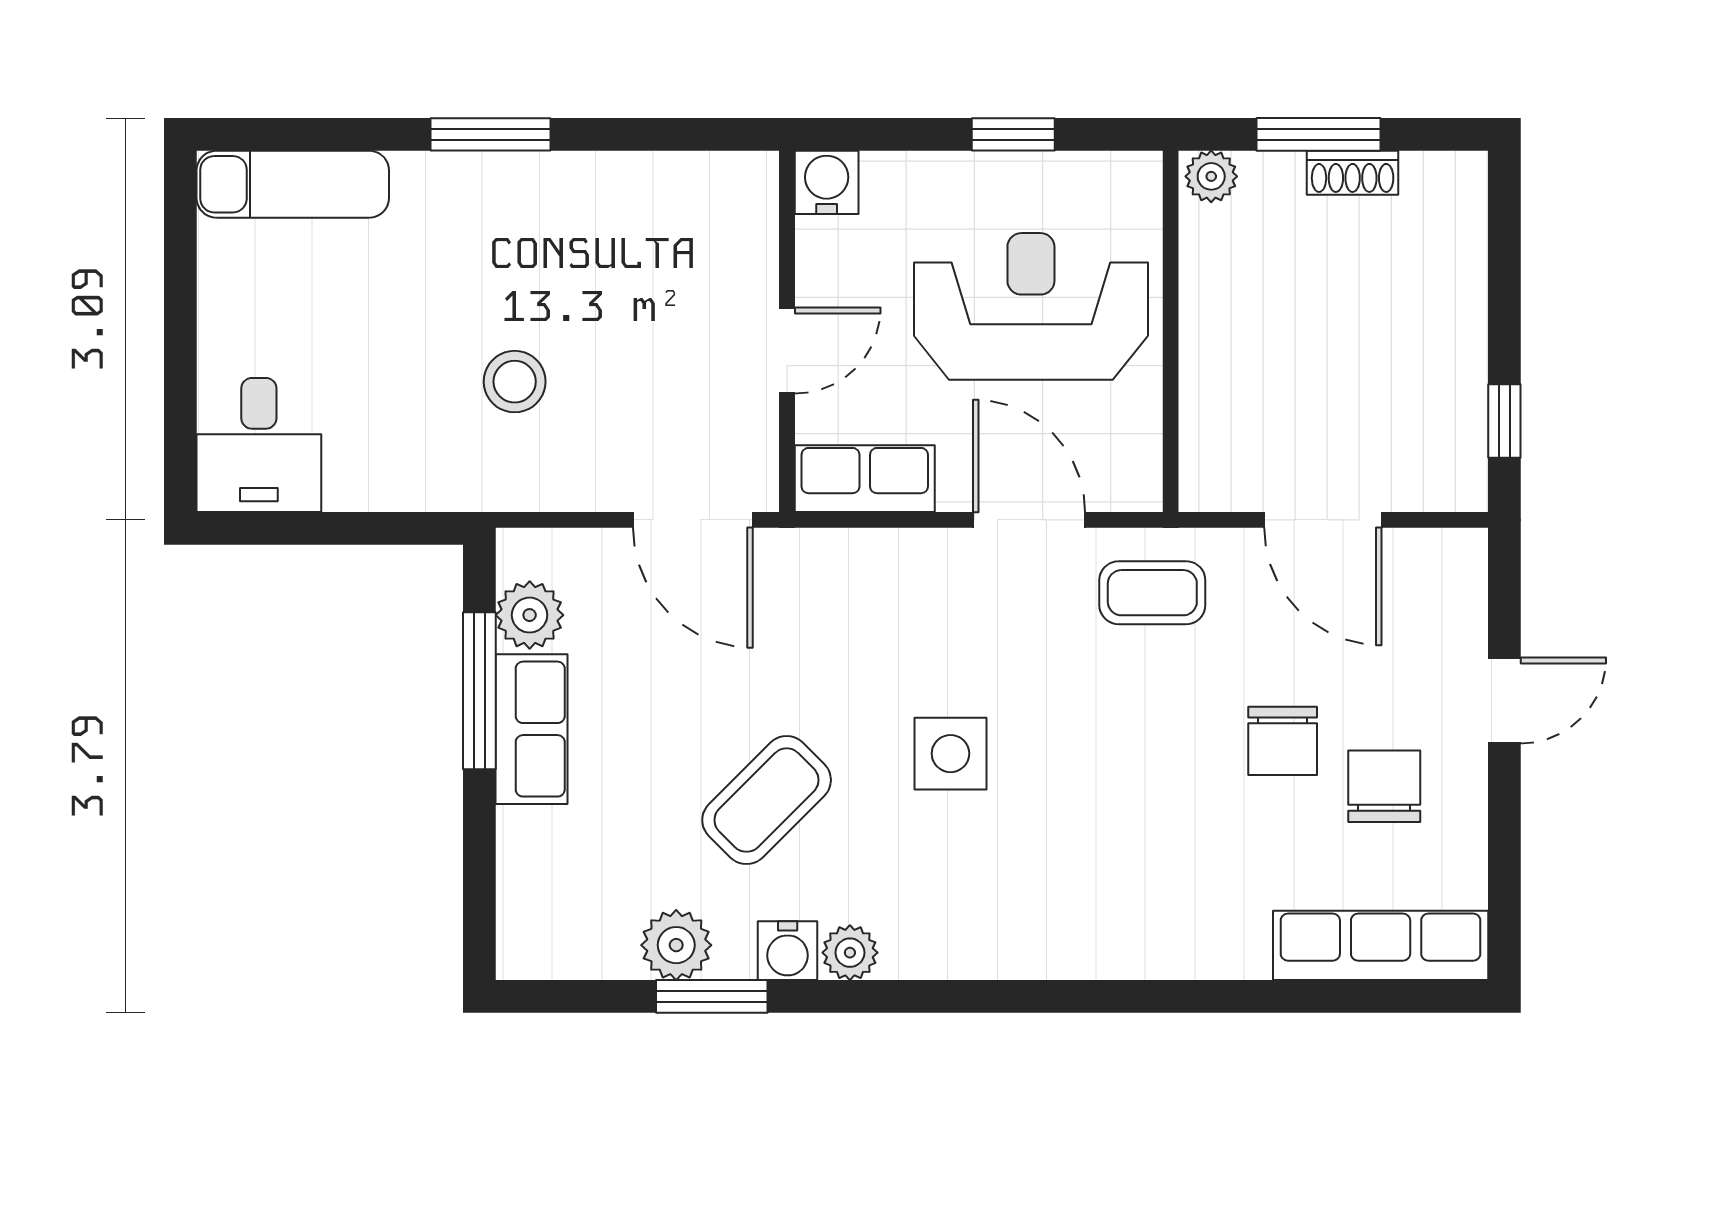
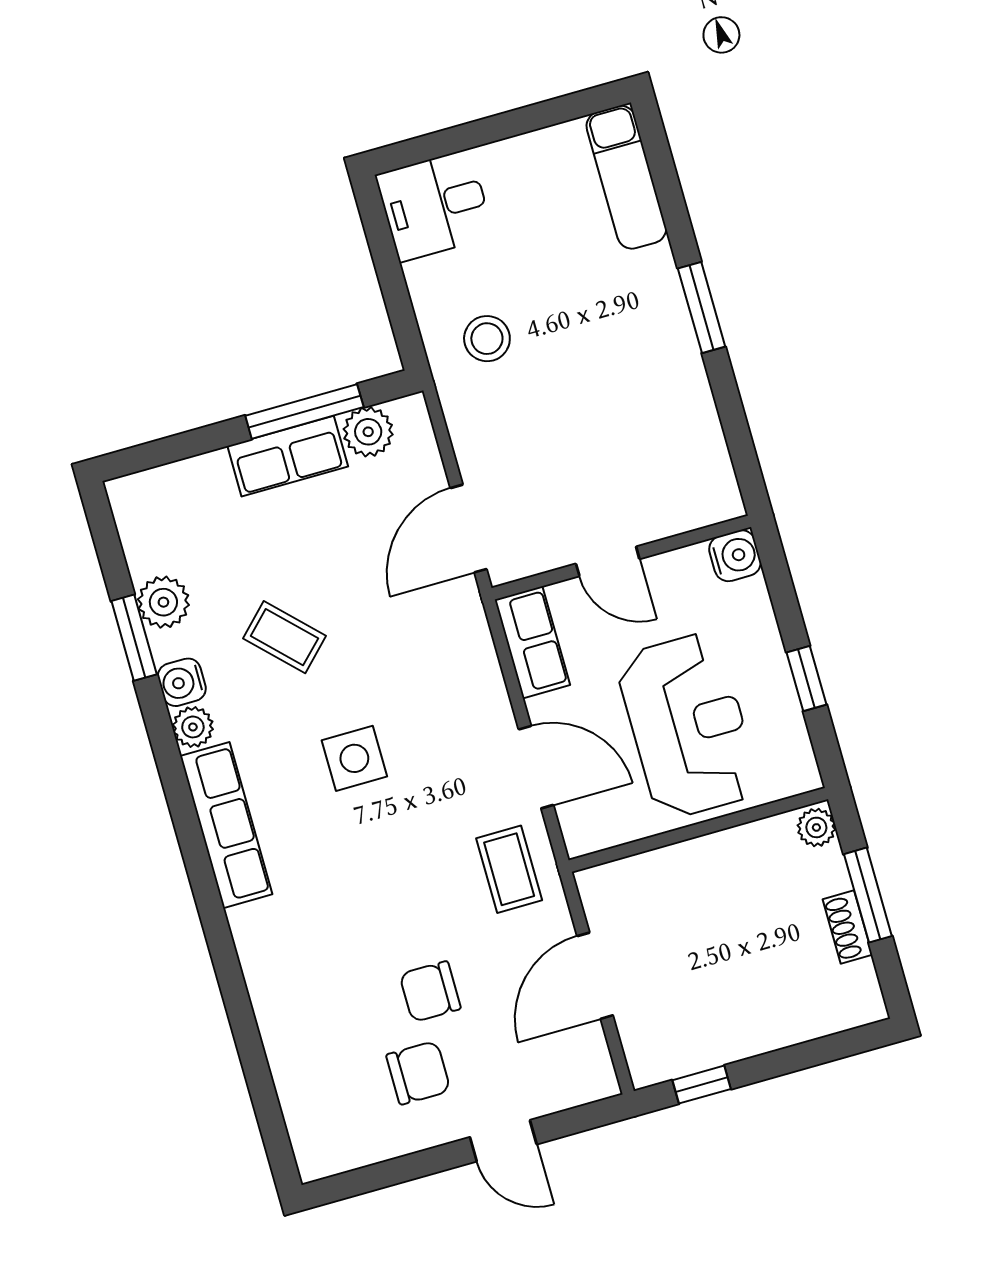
stool: (515, 382) -> (487, 339), moved
door: (1029, 520) -> (536, 767), hinge flipped
coffee table: (767, 800) -> (284, 637), width x0.73, depth x0.77
row of seats: (1381, 945) -> (226, 825), moved

